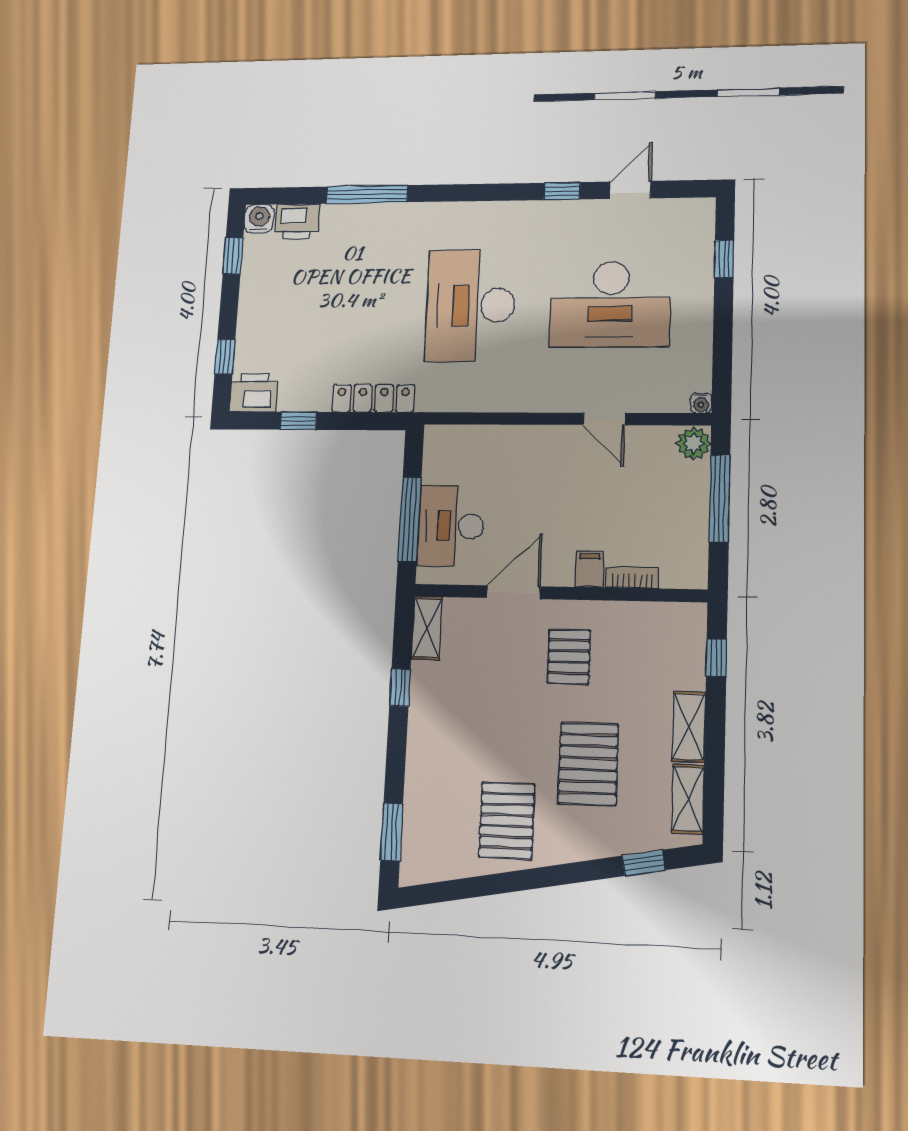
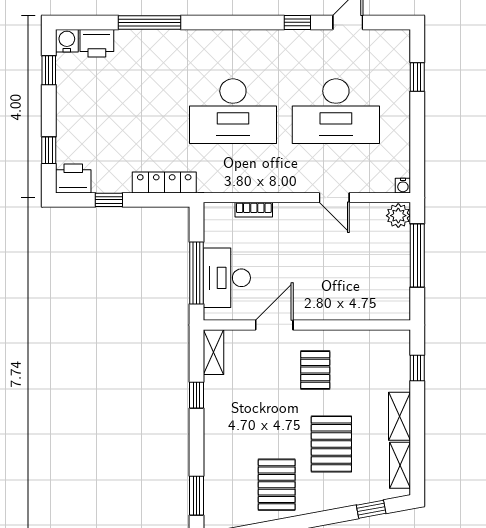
desk: (470, 305) -> (233, 111), turned -90
filing cabinet: (589, 569) -> (327, 307), removed
bookcase: (632, 578) -> (254, 210), moved, turned 180

